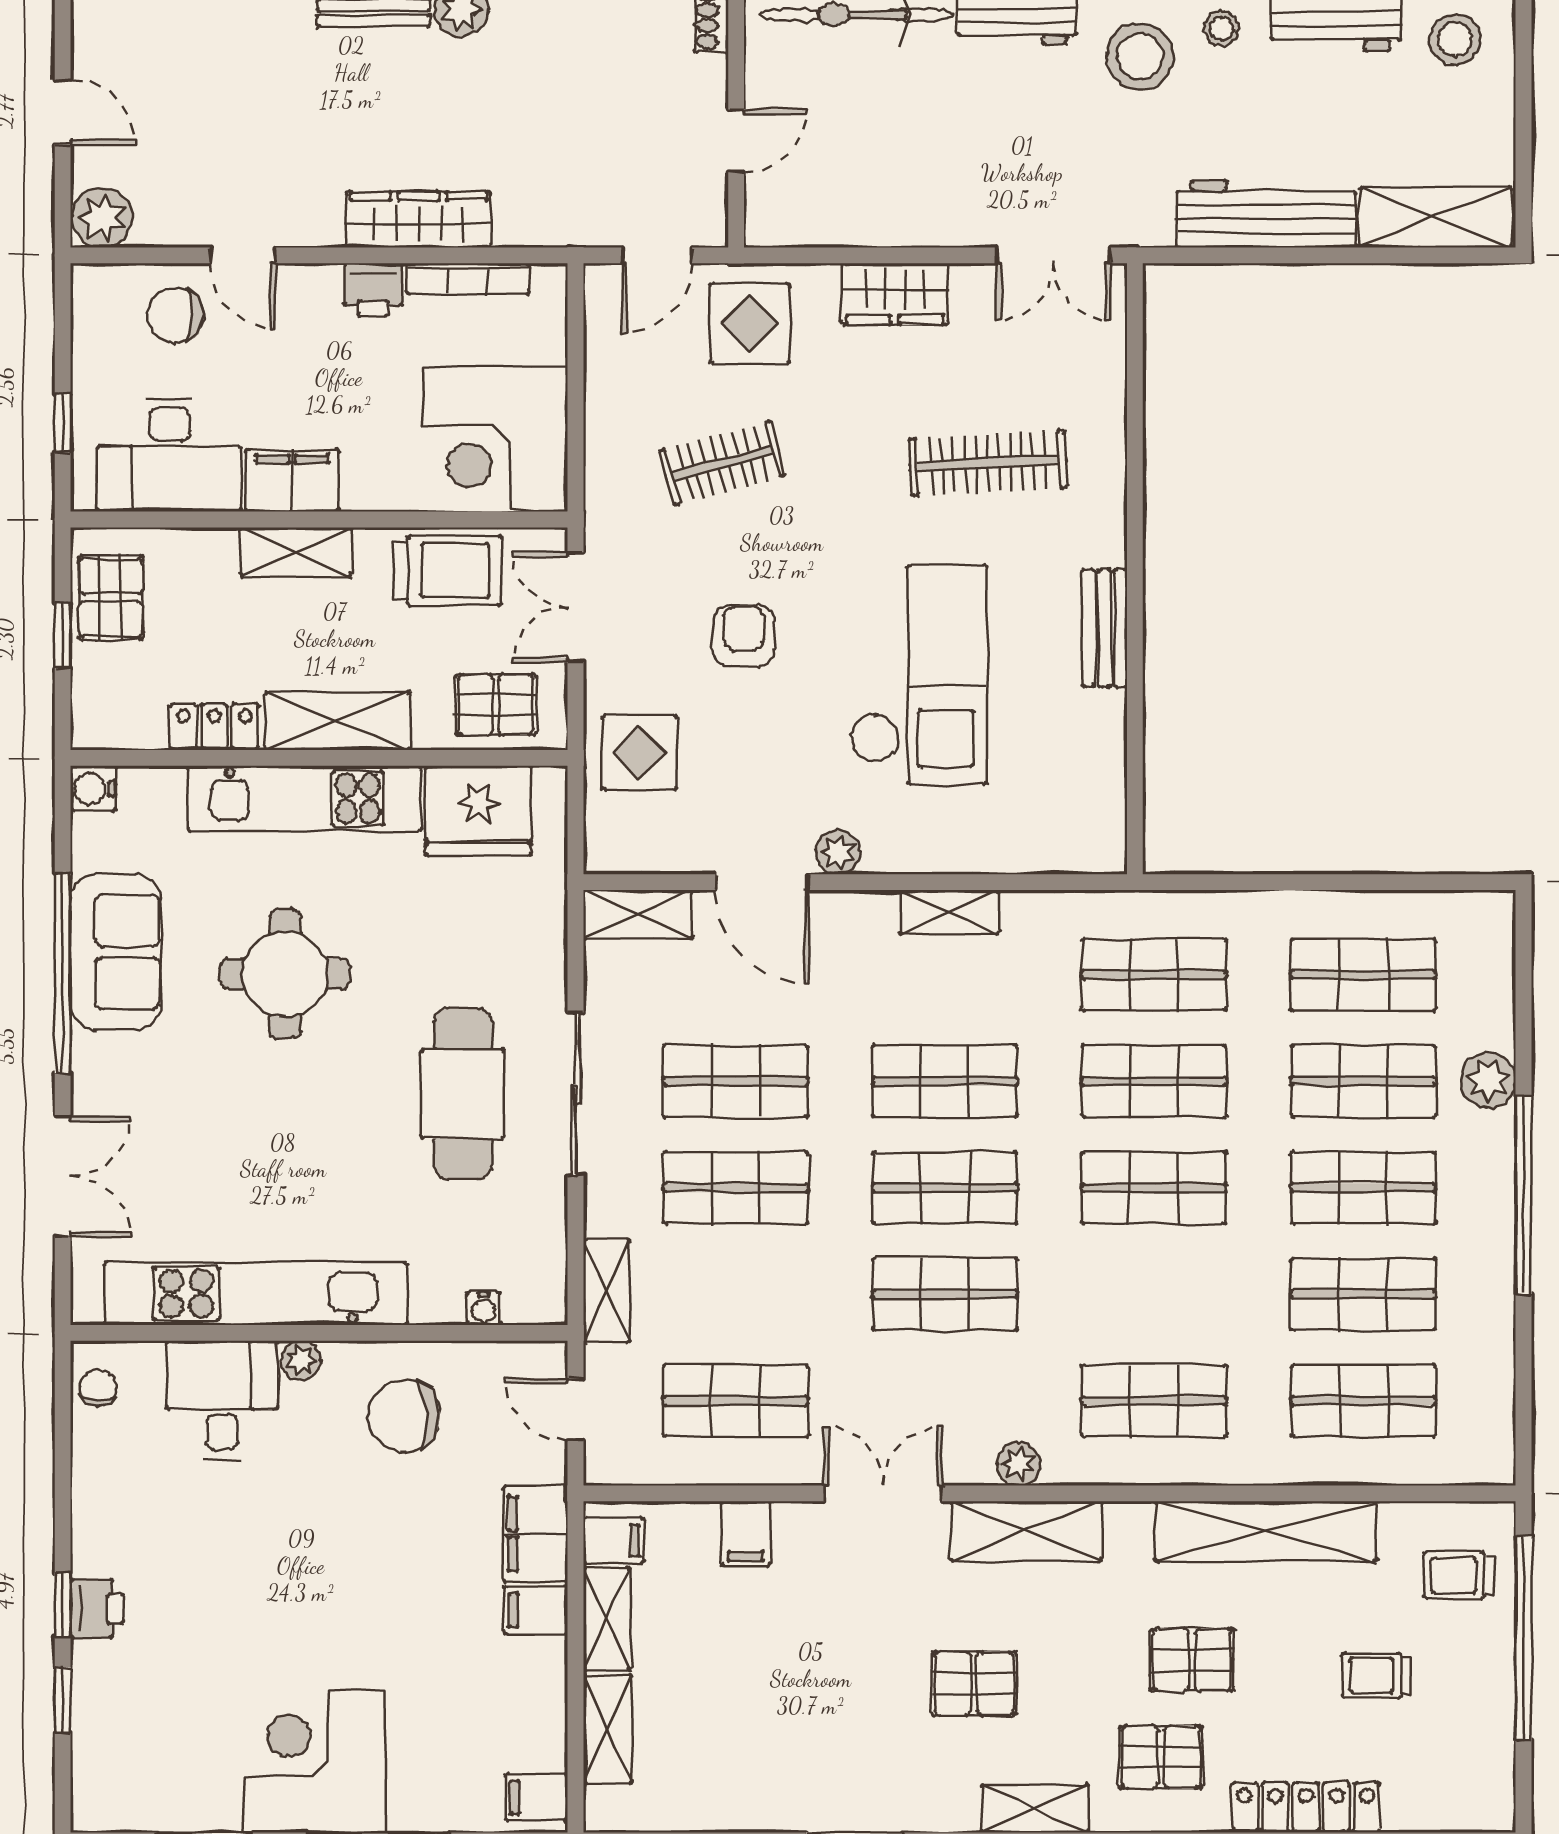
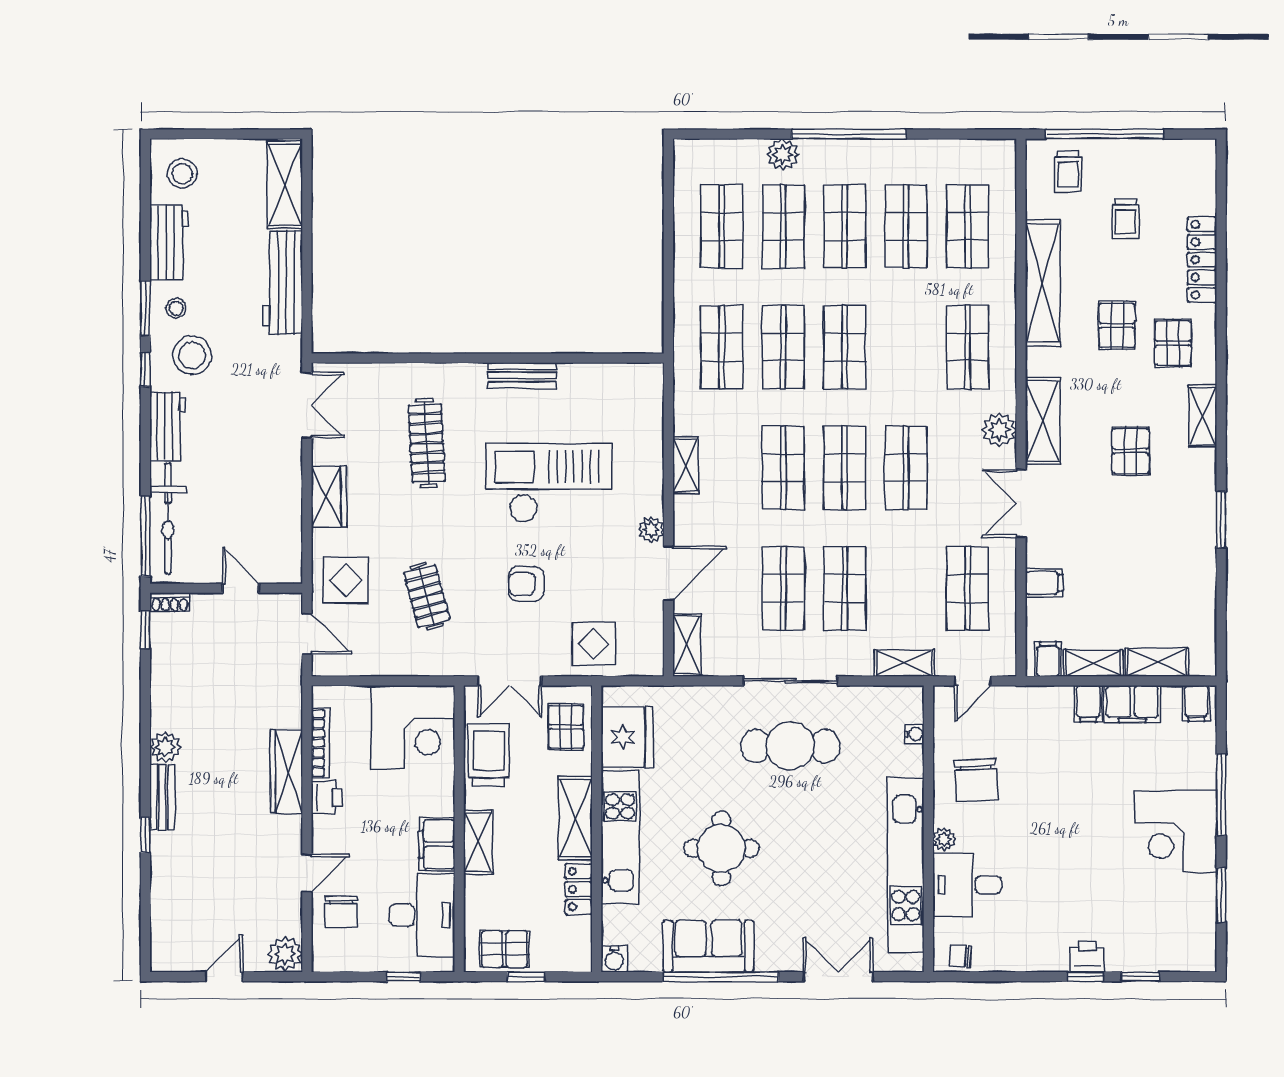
plant: (1019, 1464) -> (999, 430), width x1.38, depth x1.38
filing cabinet: (536, 1534) -> (1132, 704), moved

